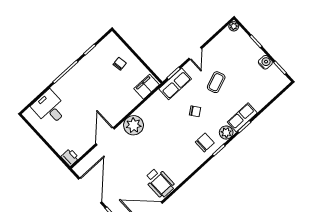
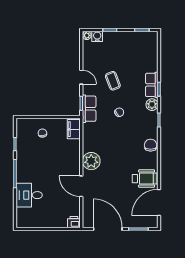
water cooler: (265, 62) -> (97, 36), moved
desk: (50, 108) -> (29, 195), moved
chair: (205, 143) -> (151, 145), moved

